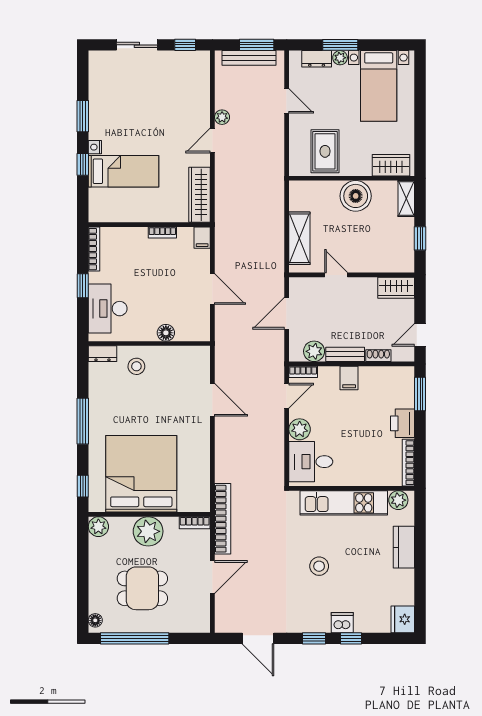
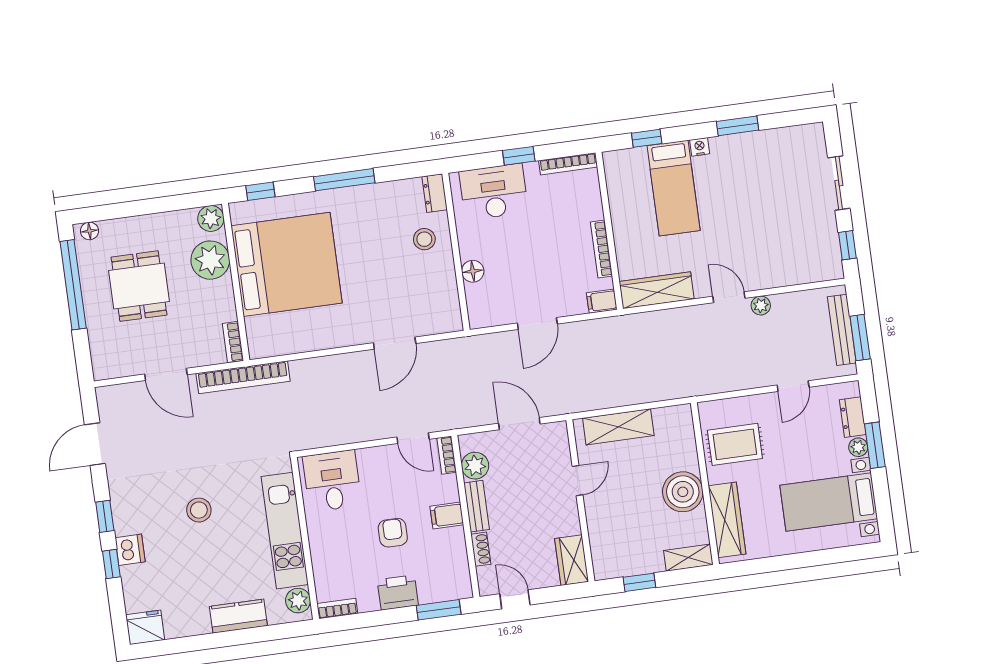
window: (83, 164) -> (647, 138), moved
wardrobe: (391, 165) -> (727, 520), width x1.50
bookcase: (162, 232) -> (601, 249), width x1.56
armchair: (357, 421) -> (393, 533), added
plant: (300, 429) -> (372, 461), removed
bookcase: (408, 463) -> (337, 608), width x0.64
plant: (148, 531) -> (210, 260), moved

